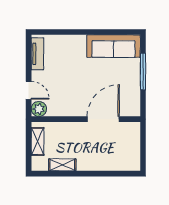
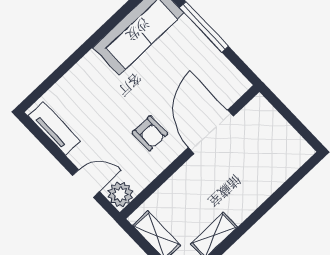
armchair: (76, 95) -> (150, 133), added

